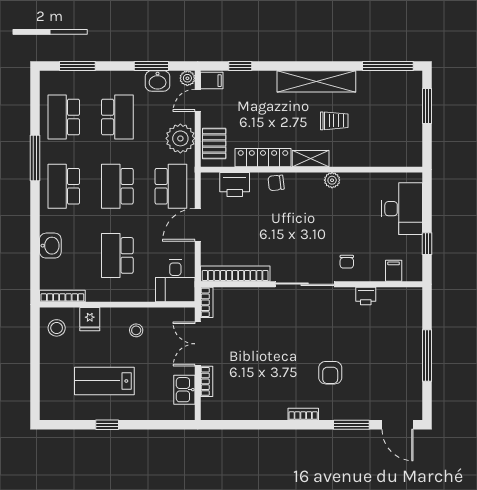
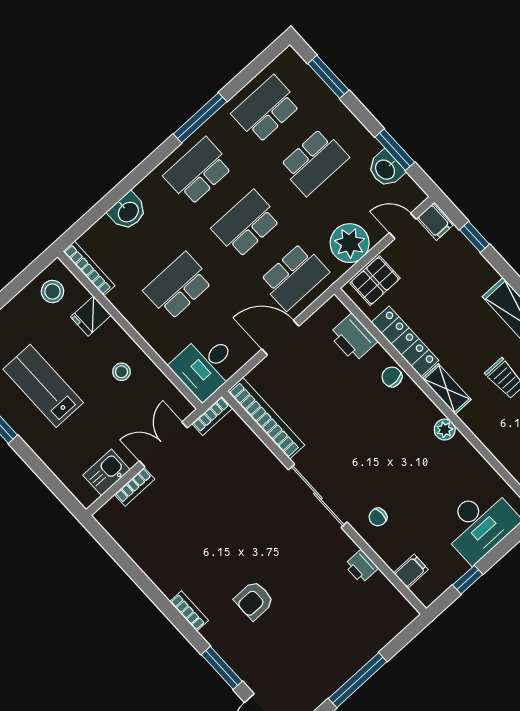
plant: (187, 78) -> (415, 196), removed

